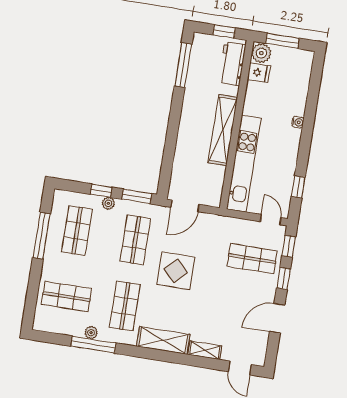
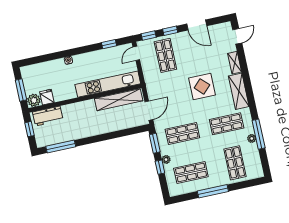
shelving: (223, 130) -> (119, 100), moved
door: (185, 206) -> (149, 111), hinge flipped
window: (42, 236) -> (213, 191), moved
display table: (176, 271) -> (202, 86), moved

